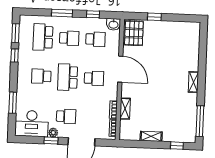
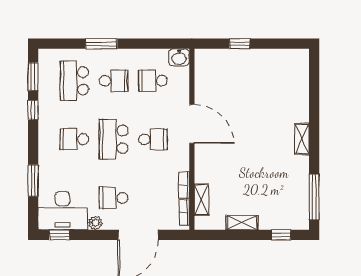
window: (93, 14) -> (148, 44), removed
pallet: (134, 33) -> (210, 69), removed
school desk: (96, 39) -> (153, 81), turned 180
shelving: (125, 109) -> (201, 200), moved
school desk: (66, 116) -> (114, 198), turned 180
window: (51, 141) -> (59, 235), moved

